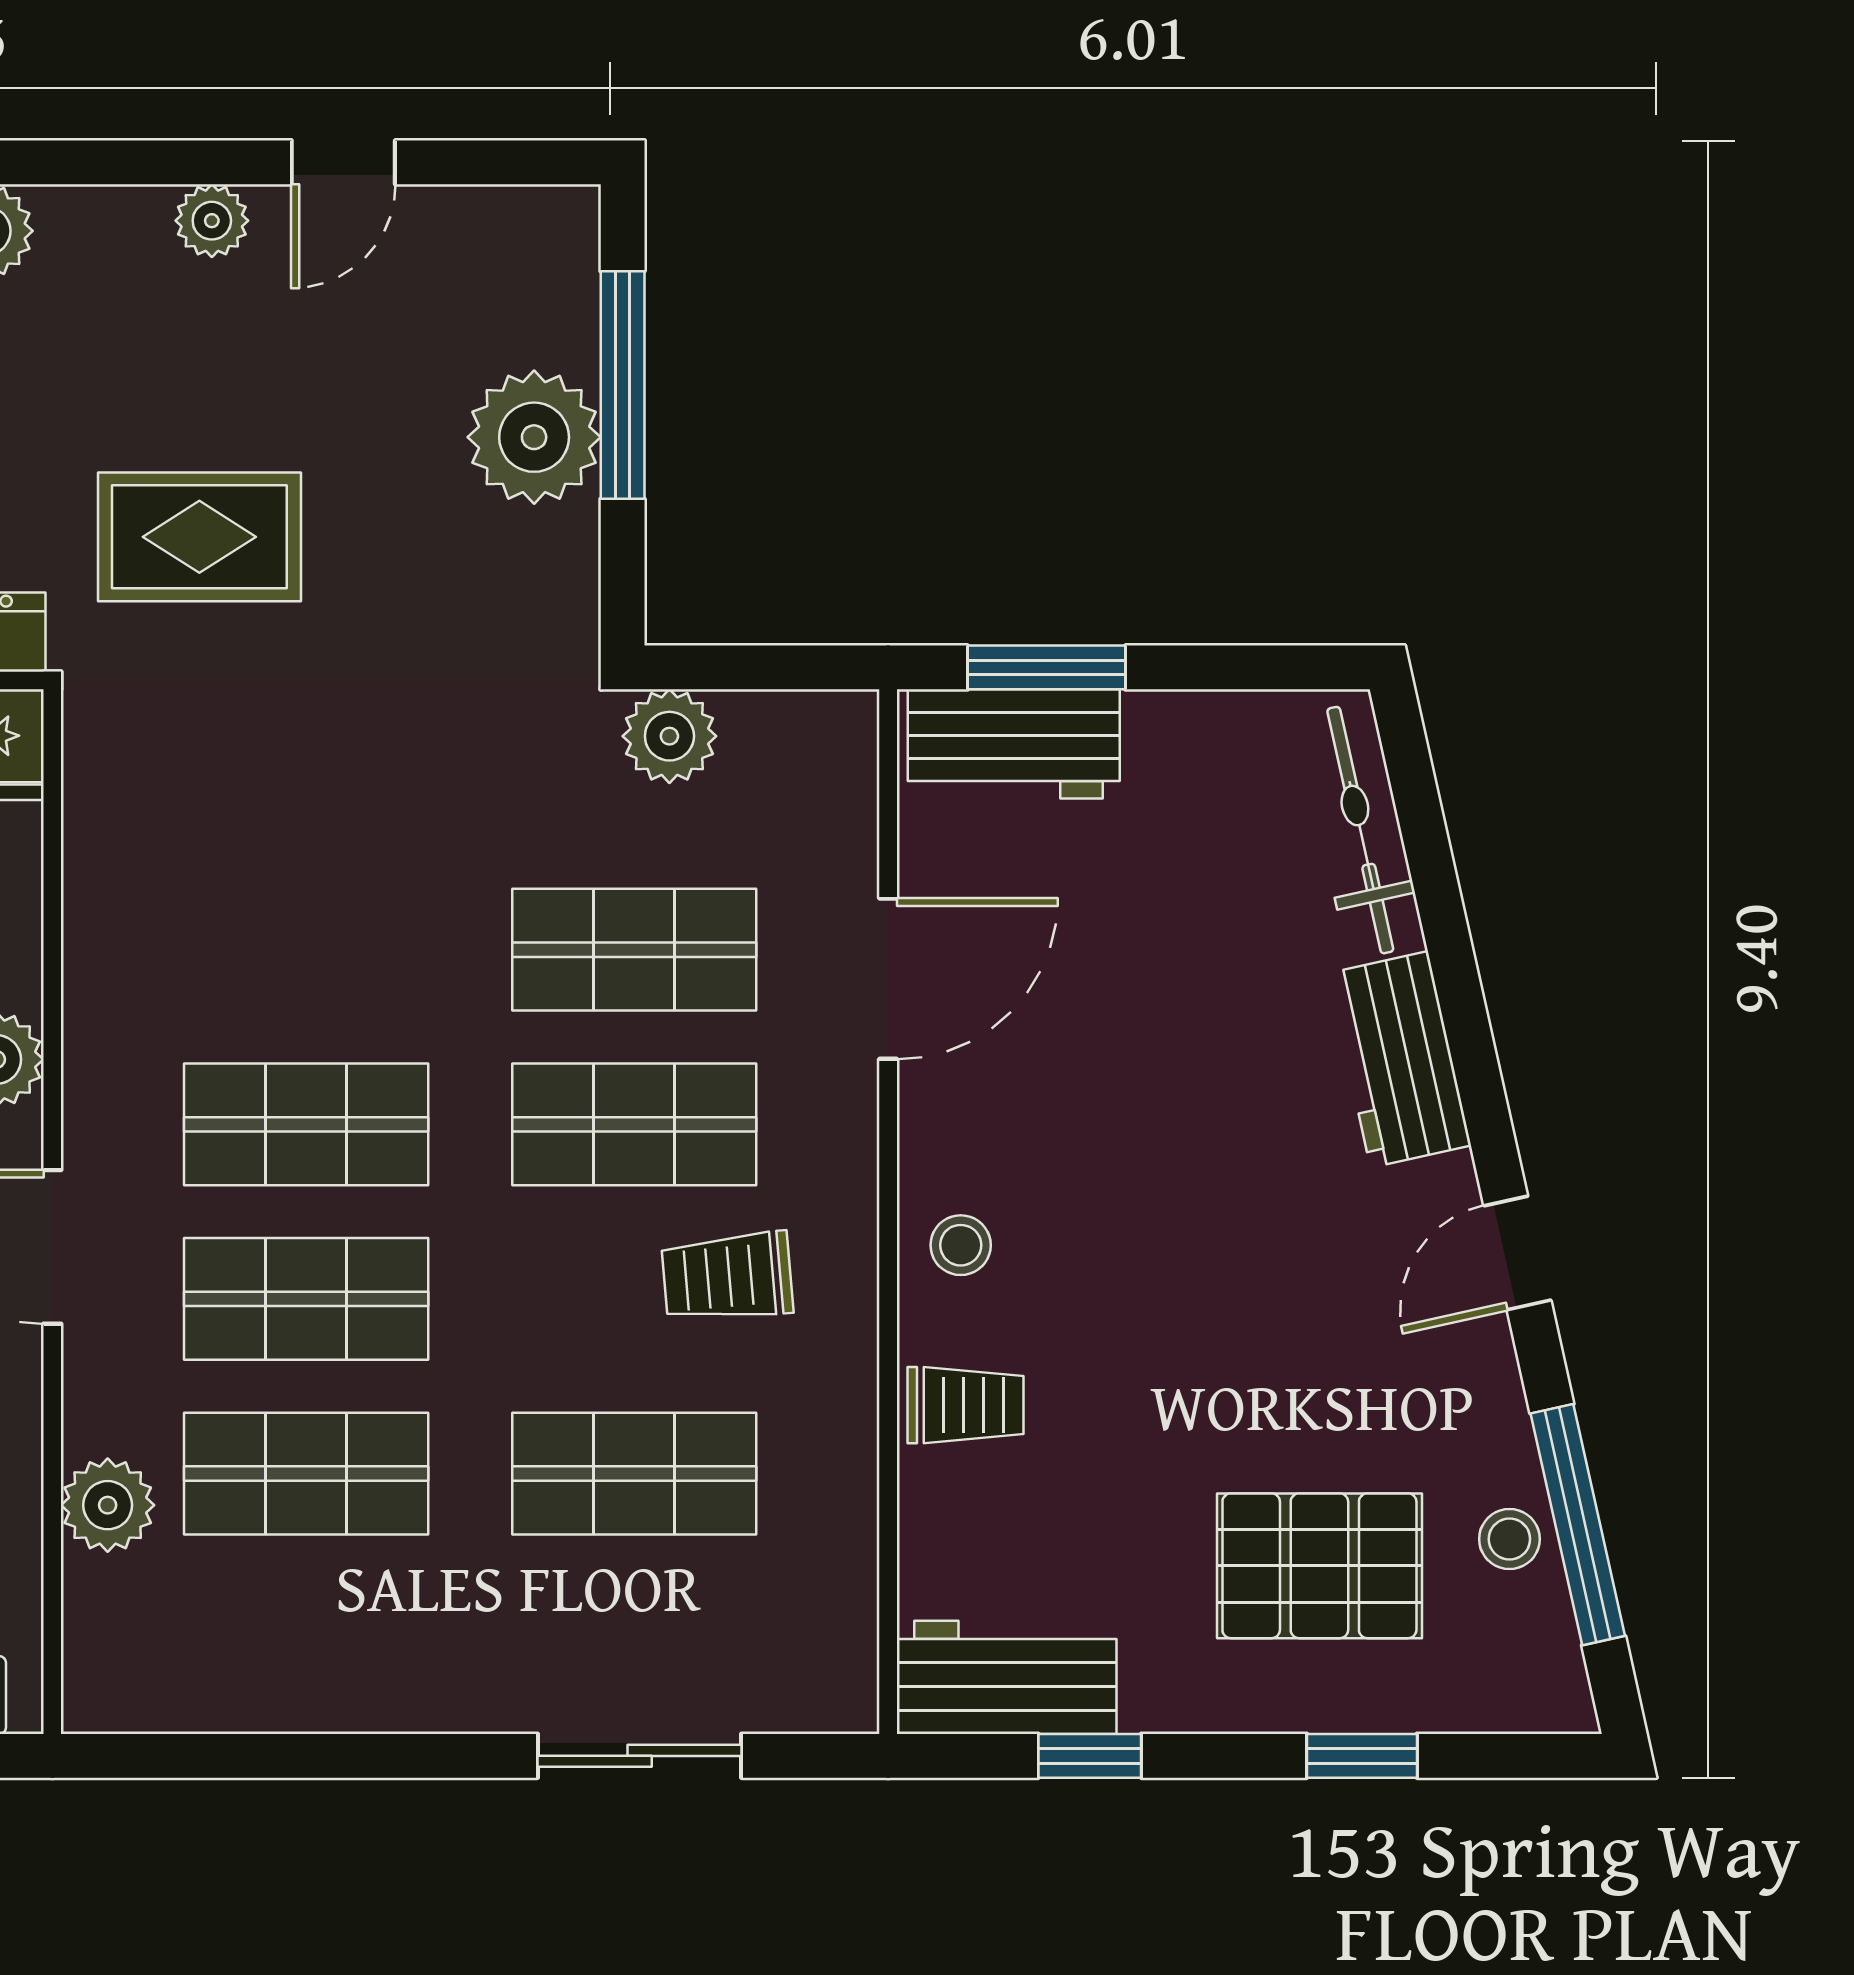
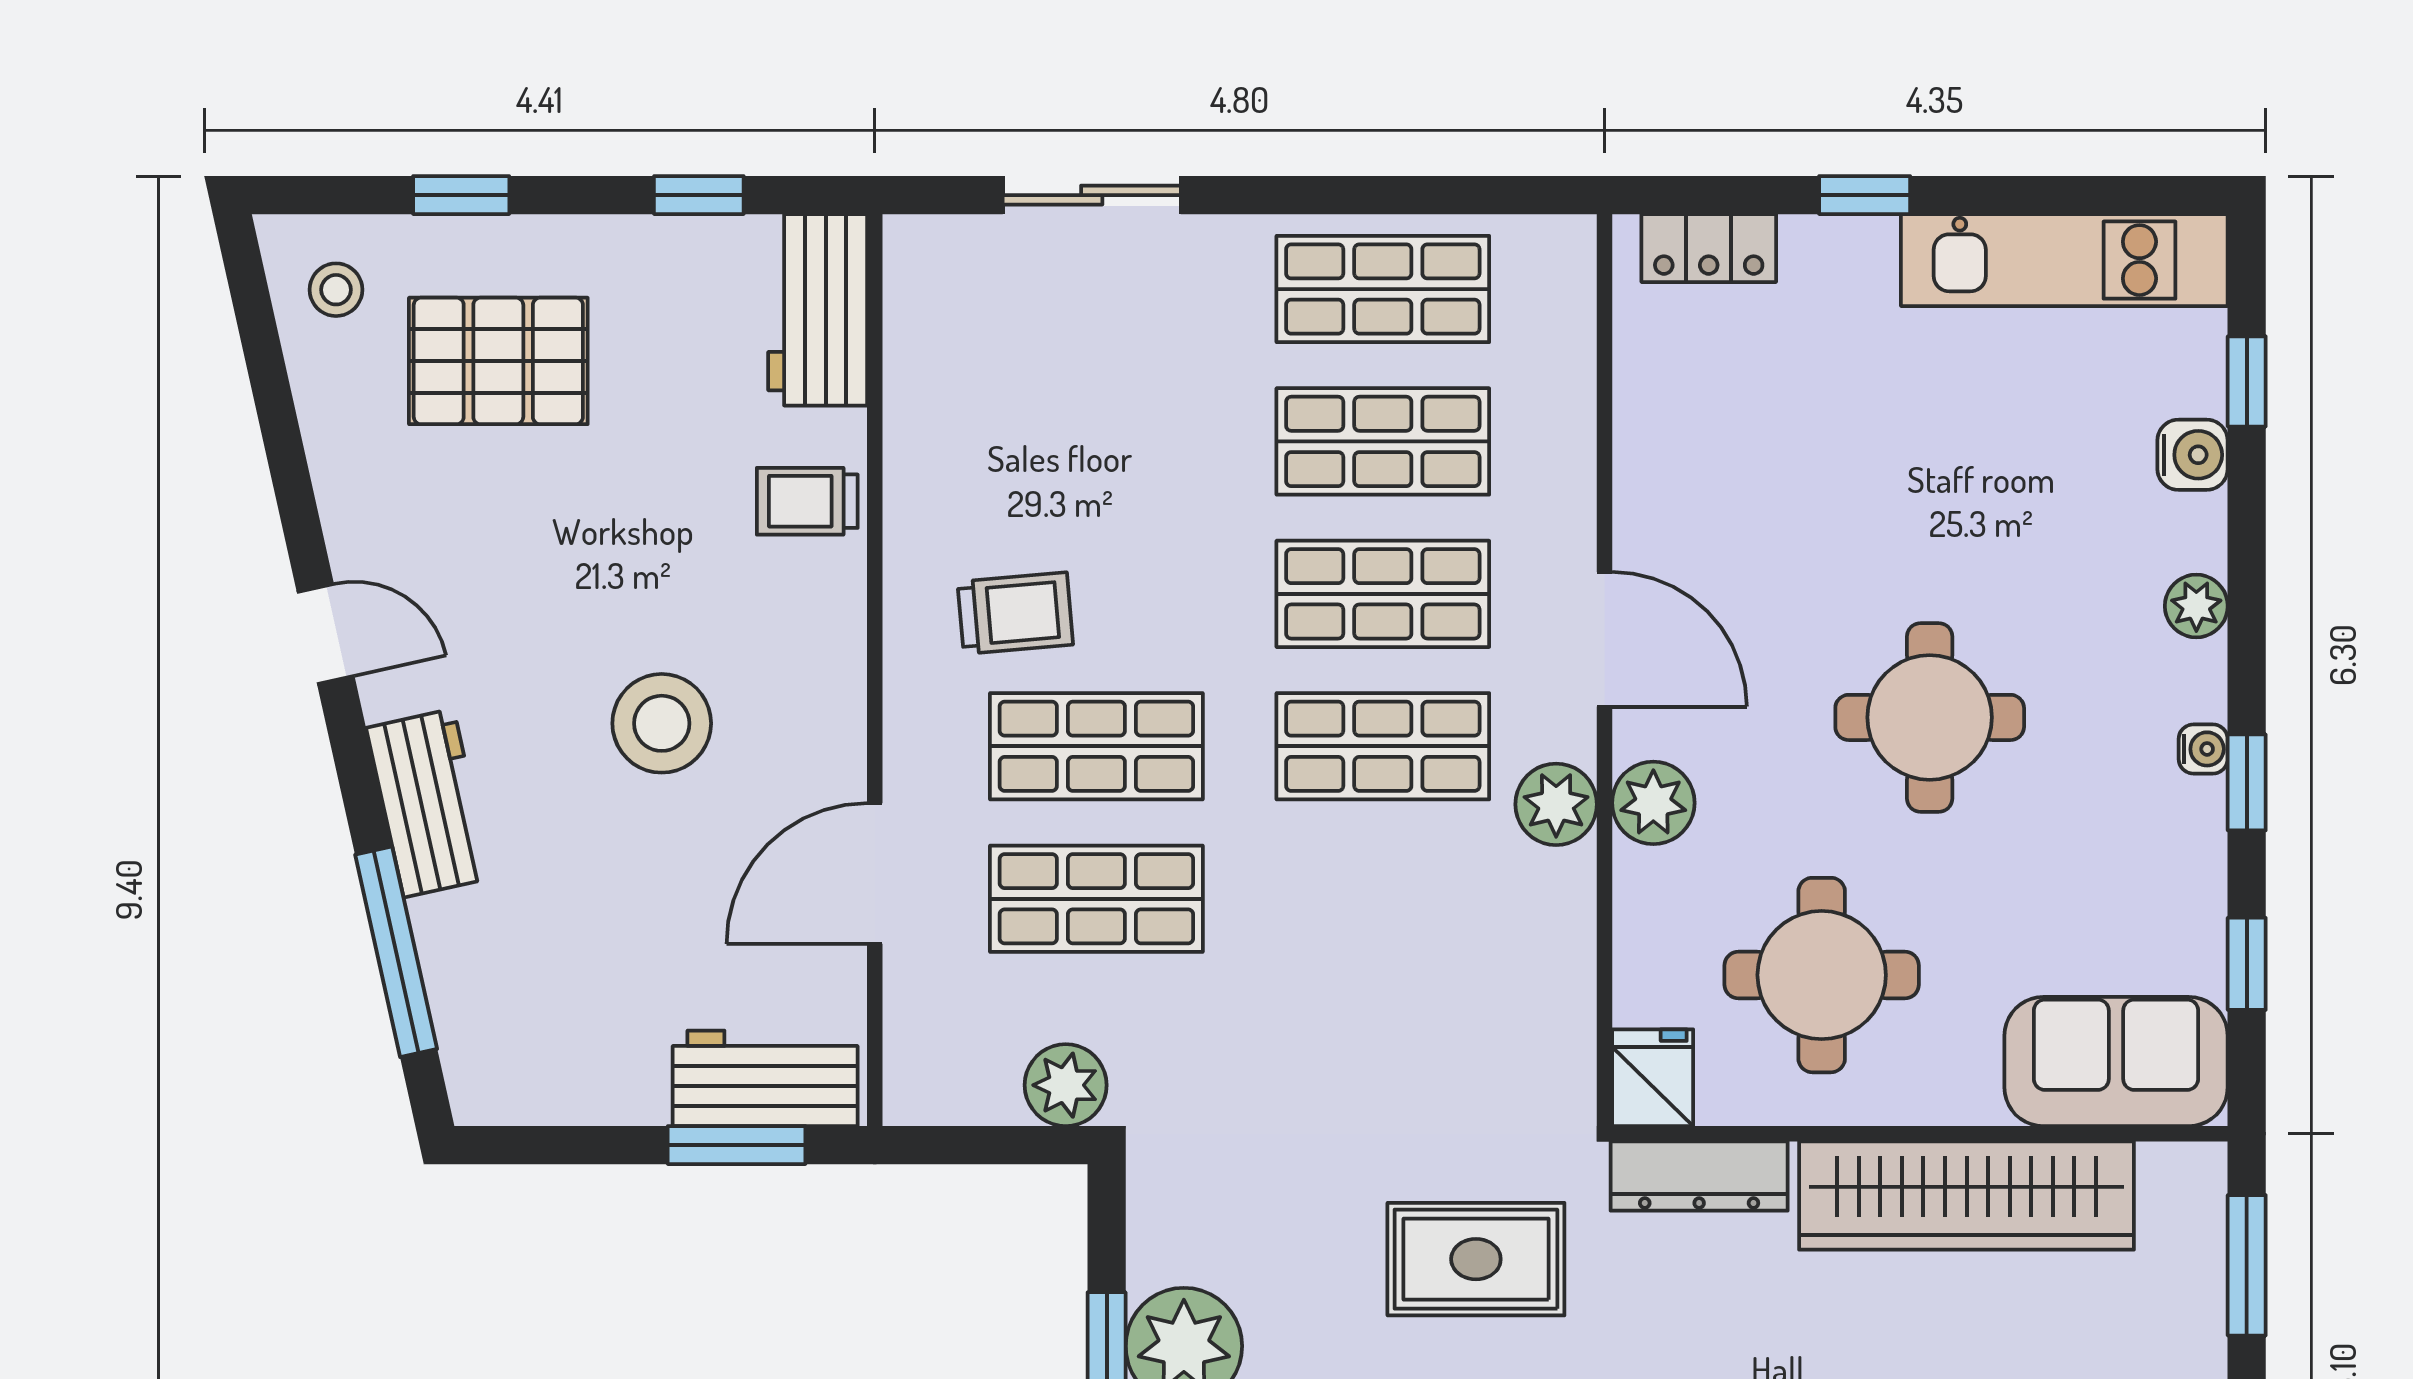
bicycle: (1360, 830) -> (463, 1003), removed
stool: (961, 1245) -> (662, 723), moved, width x1.89, depth x1.89
door: (1517, 1253) -> (326, 634), hinge flipped
shop shelf: (634, 1474) -> (1383, 289), moved
plant: (108, 1505) -> (1556, 804), moved
window: (1578, 1525) -> (396, 952), moved
stool: (1509, 1539) -> (336, 290), moved
workbench: (1007, 1677) -> (818, 310), moved, turned 90

